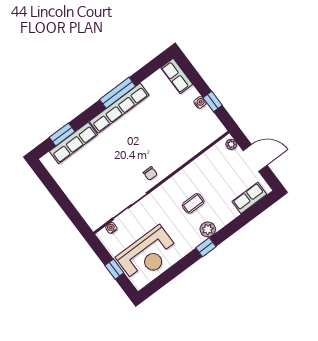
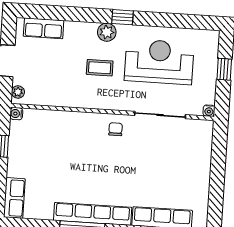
water cooler: (200, 102) -> (16, 114), moved
water cooler: (111, 228) -> (209, 111), moved
reception desk: (148, 255) -> (159, 62), moved

